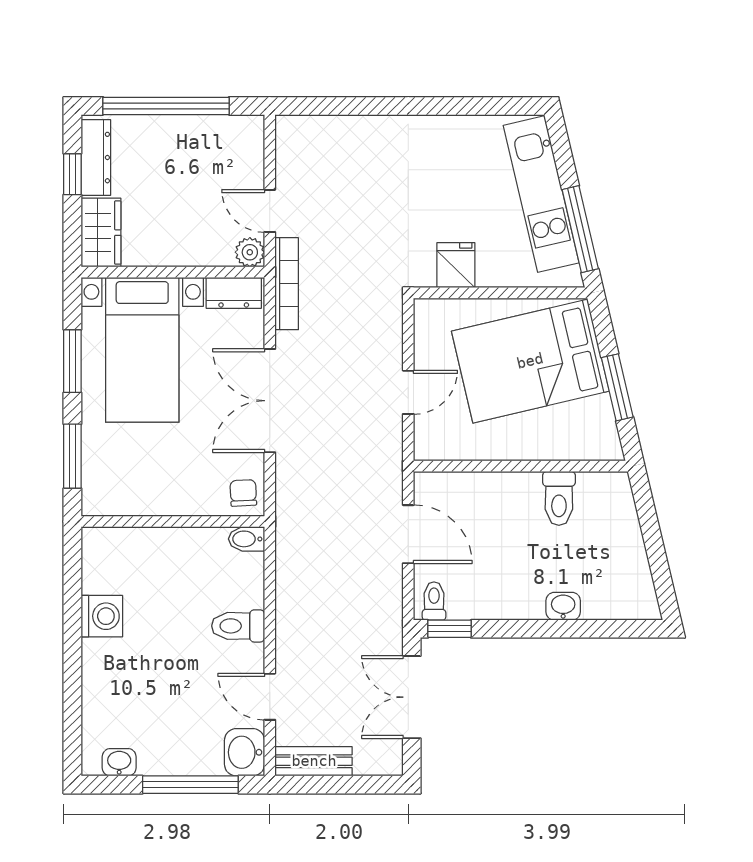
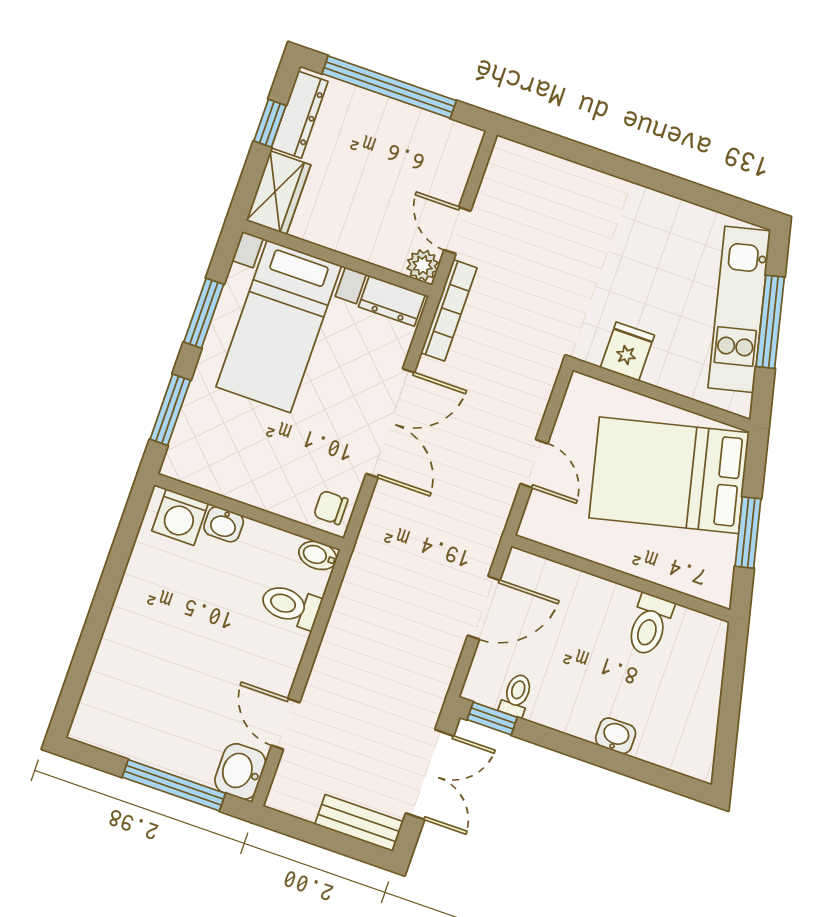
window: (580, 229) -> (770, 322), moved
door: (408, 392) -> (534, 464), hinge flipped
double door: (270, 401) -> (390, 423), swing flipped
chair: (243, 493) -> (331, 508), turned -87
door: (408, 534) -> (484, 608), hinge flipped
toilet: (434, 601) -> (516, 695), moved
washing machine: (102, 616) -> (180, 517), moved, turned 90
toilet: (238, 626) -> (291, 606), moved
double door: (412, 697) -> (430, 775), swing flipped
bench: (314, 761) -> (359, 823), moved
washbasin: (119, 762) -> (224, 524), moved, turned 180

